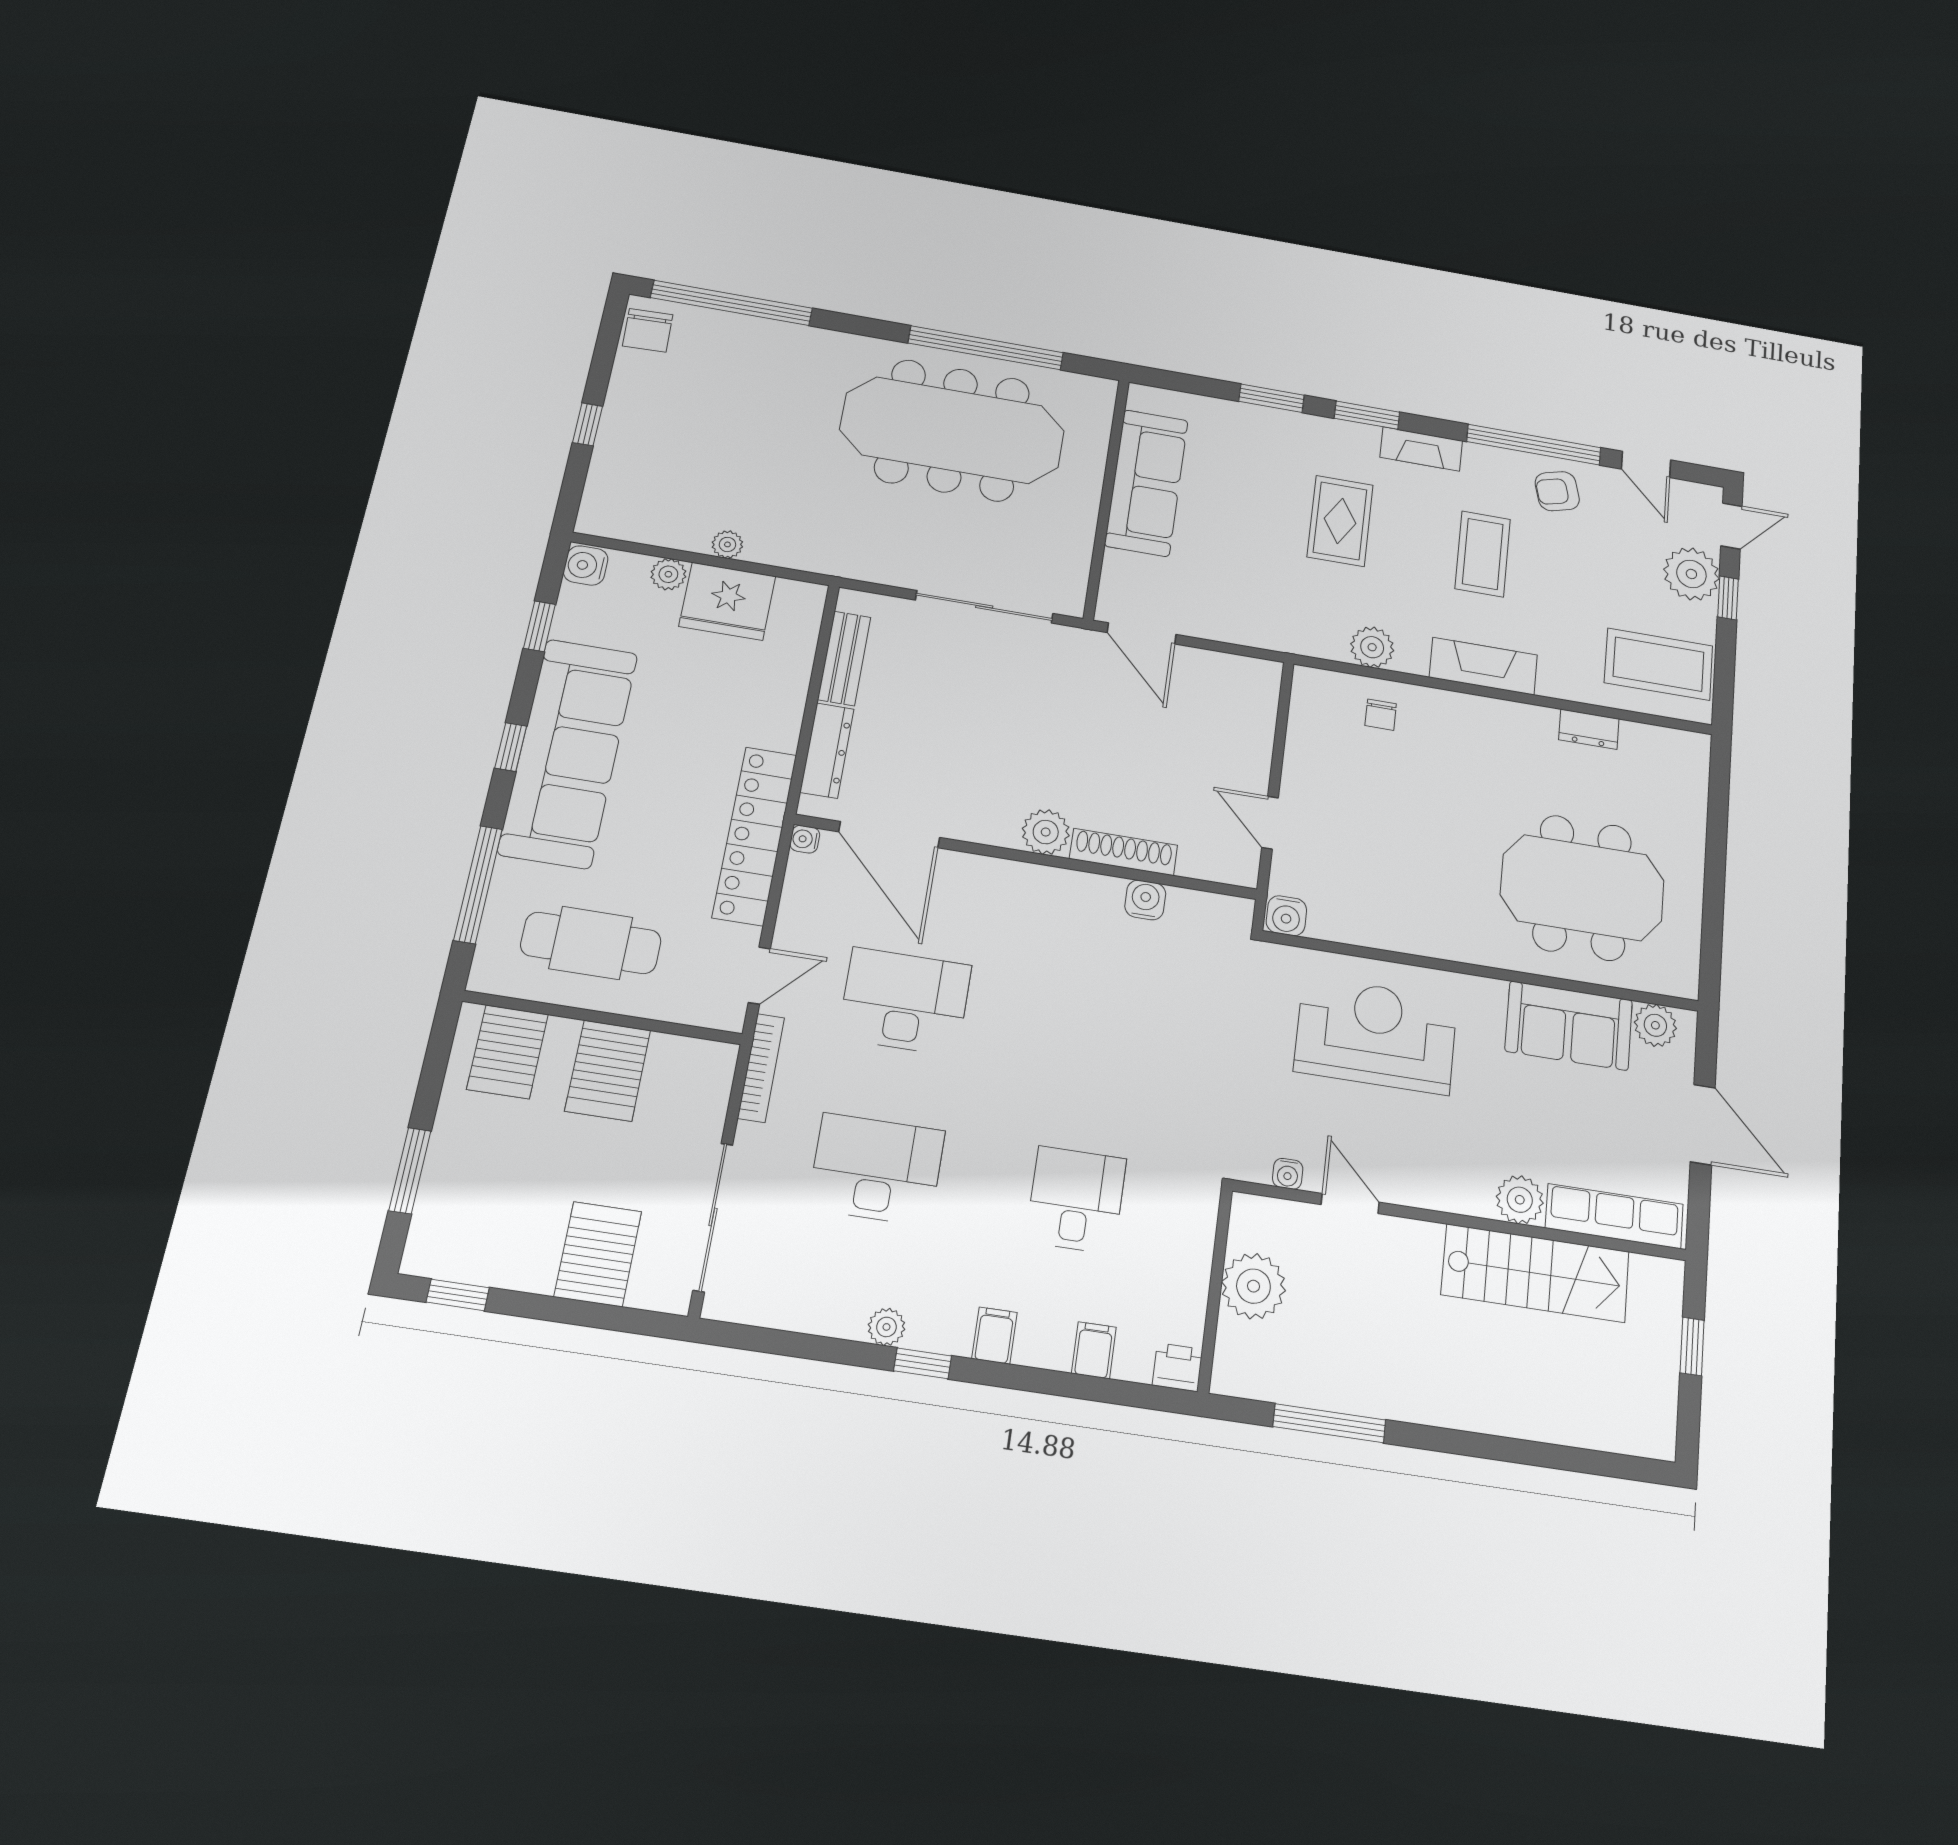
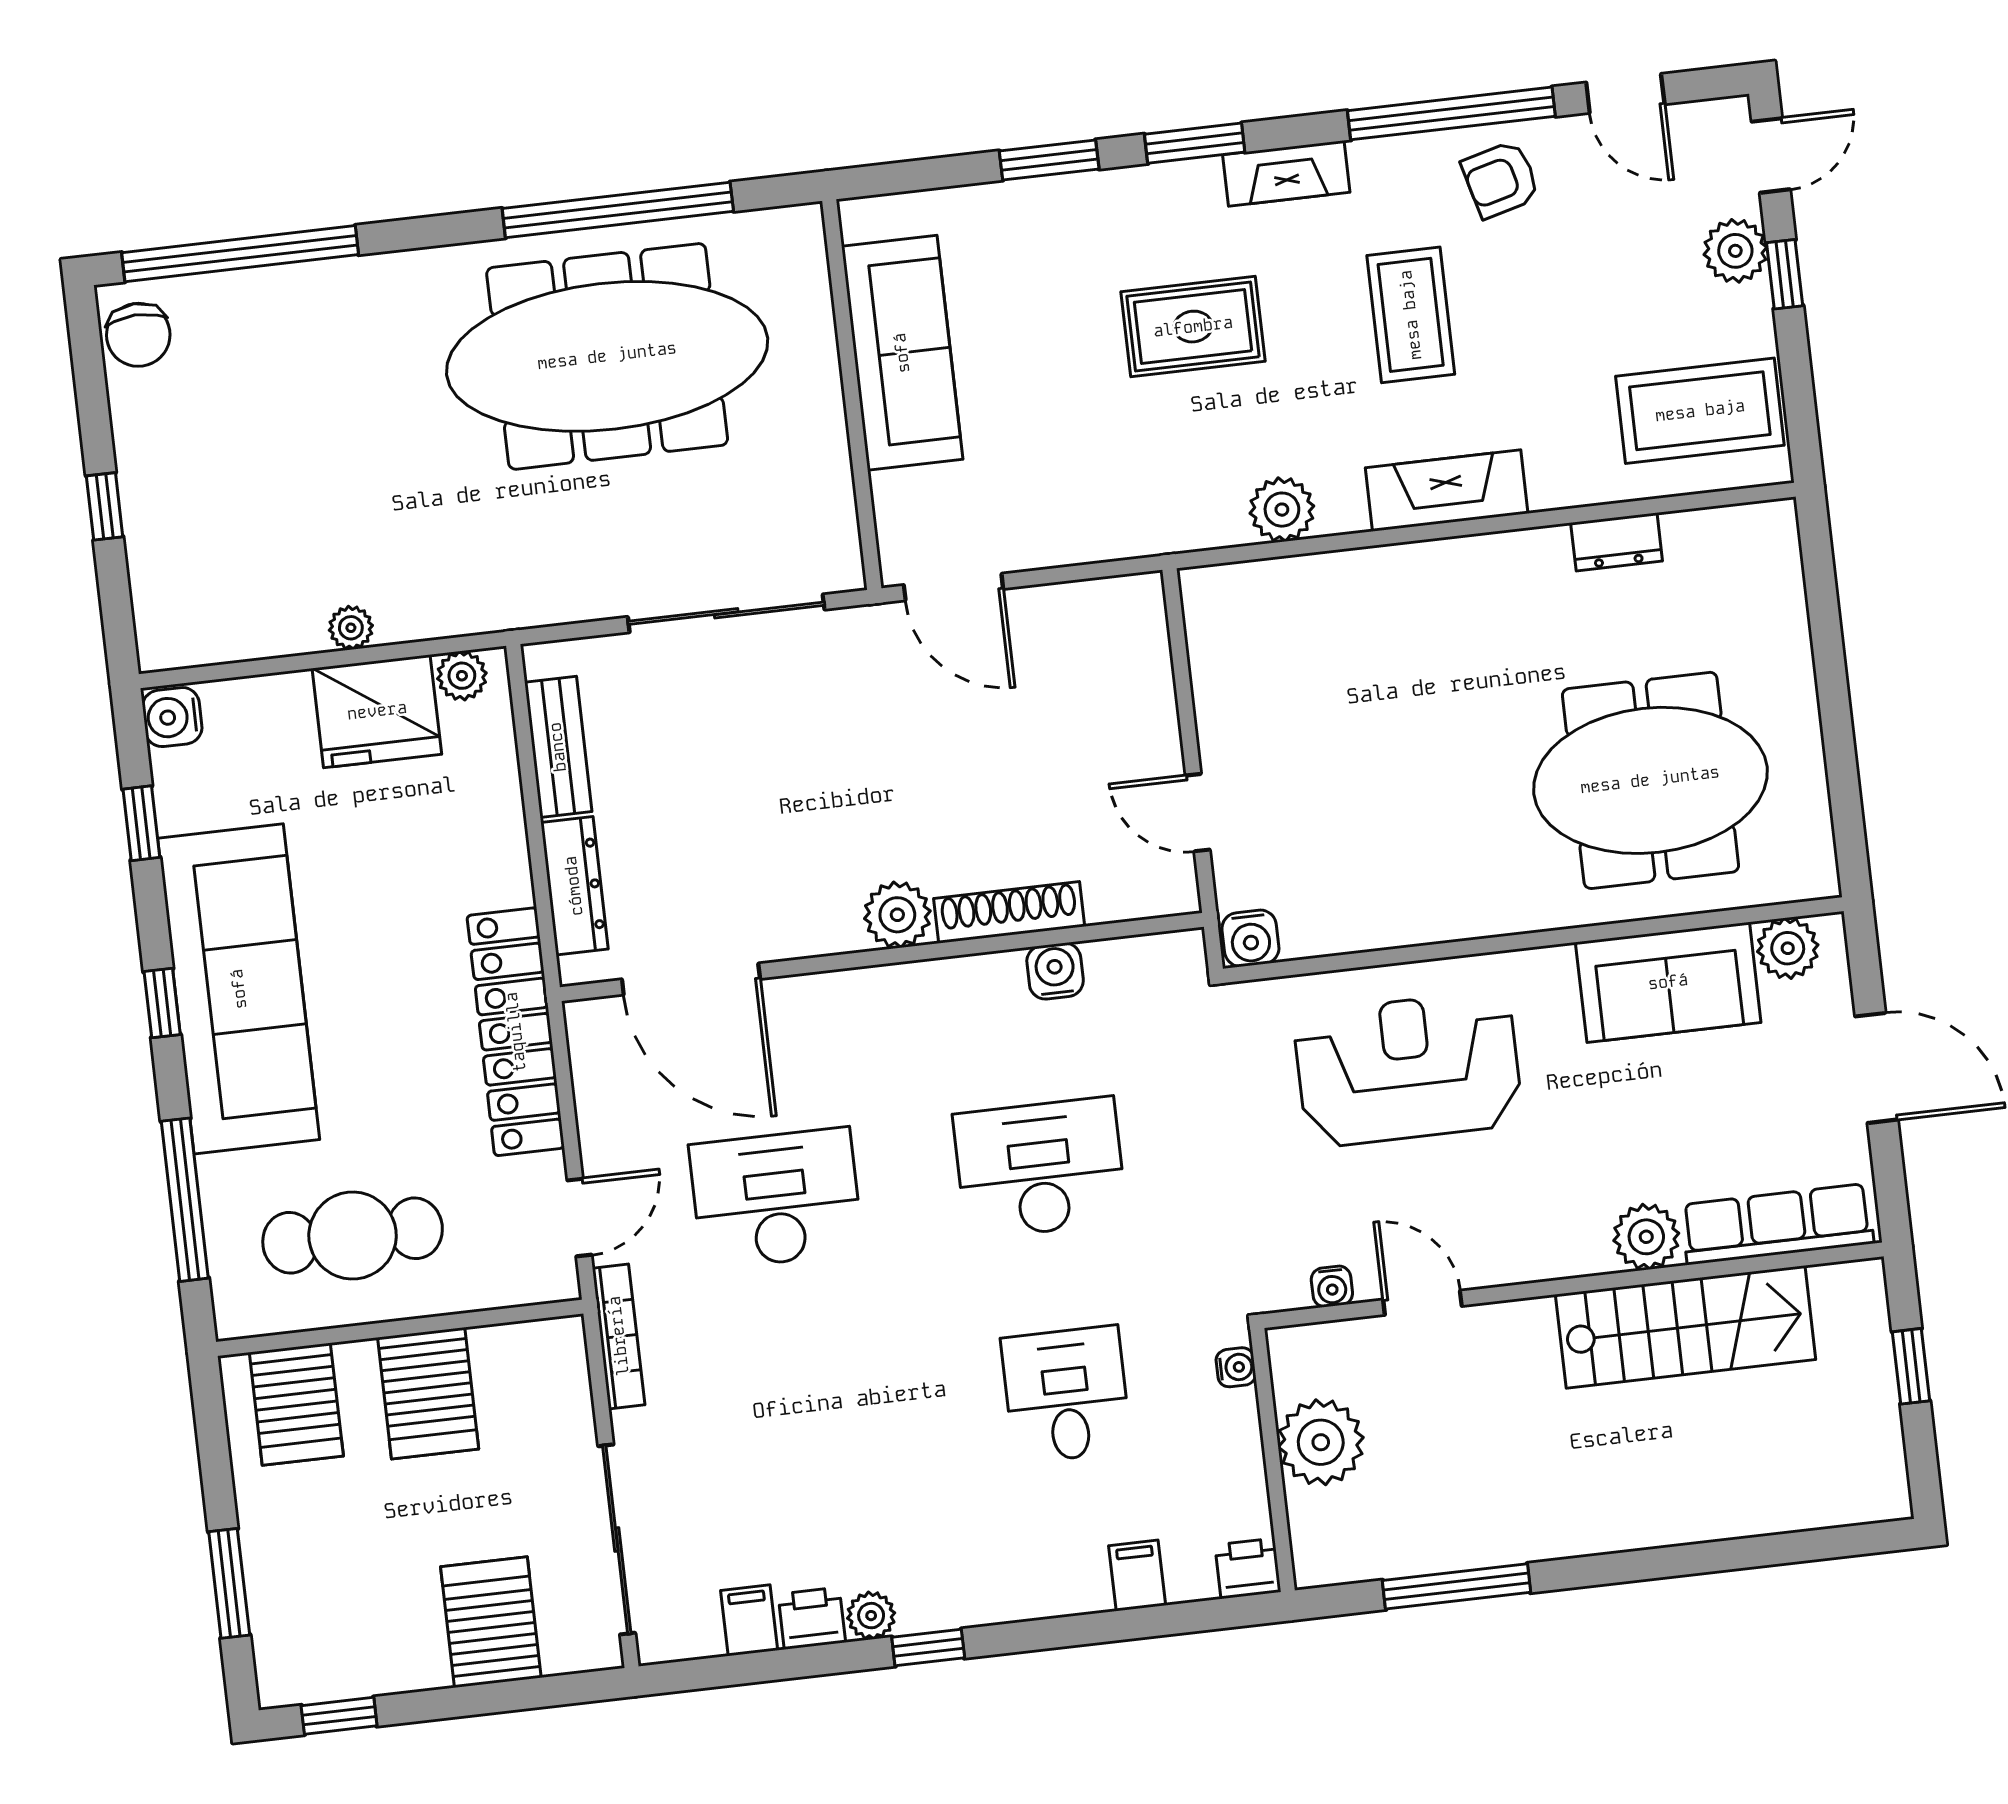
rug: (1340, 521) -> (1193, 327), turned 90
plant: (668, 574) -> (462, 676), moved
plant: (1691, 574) -> (1735, 251), width x0.73, depth x0.73
chair: (1381, 715) -> (1316, 608), removed
water cooler: (805, 839) -> (1236, 1367), moved, turned 180
desk: (876, 1169) -> (1040, 1168), moved
printer: (841, 1317) -> (812, 1618), added
filing cabinet: (994, 1336) -> (749, 1620), moved

